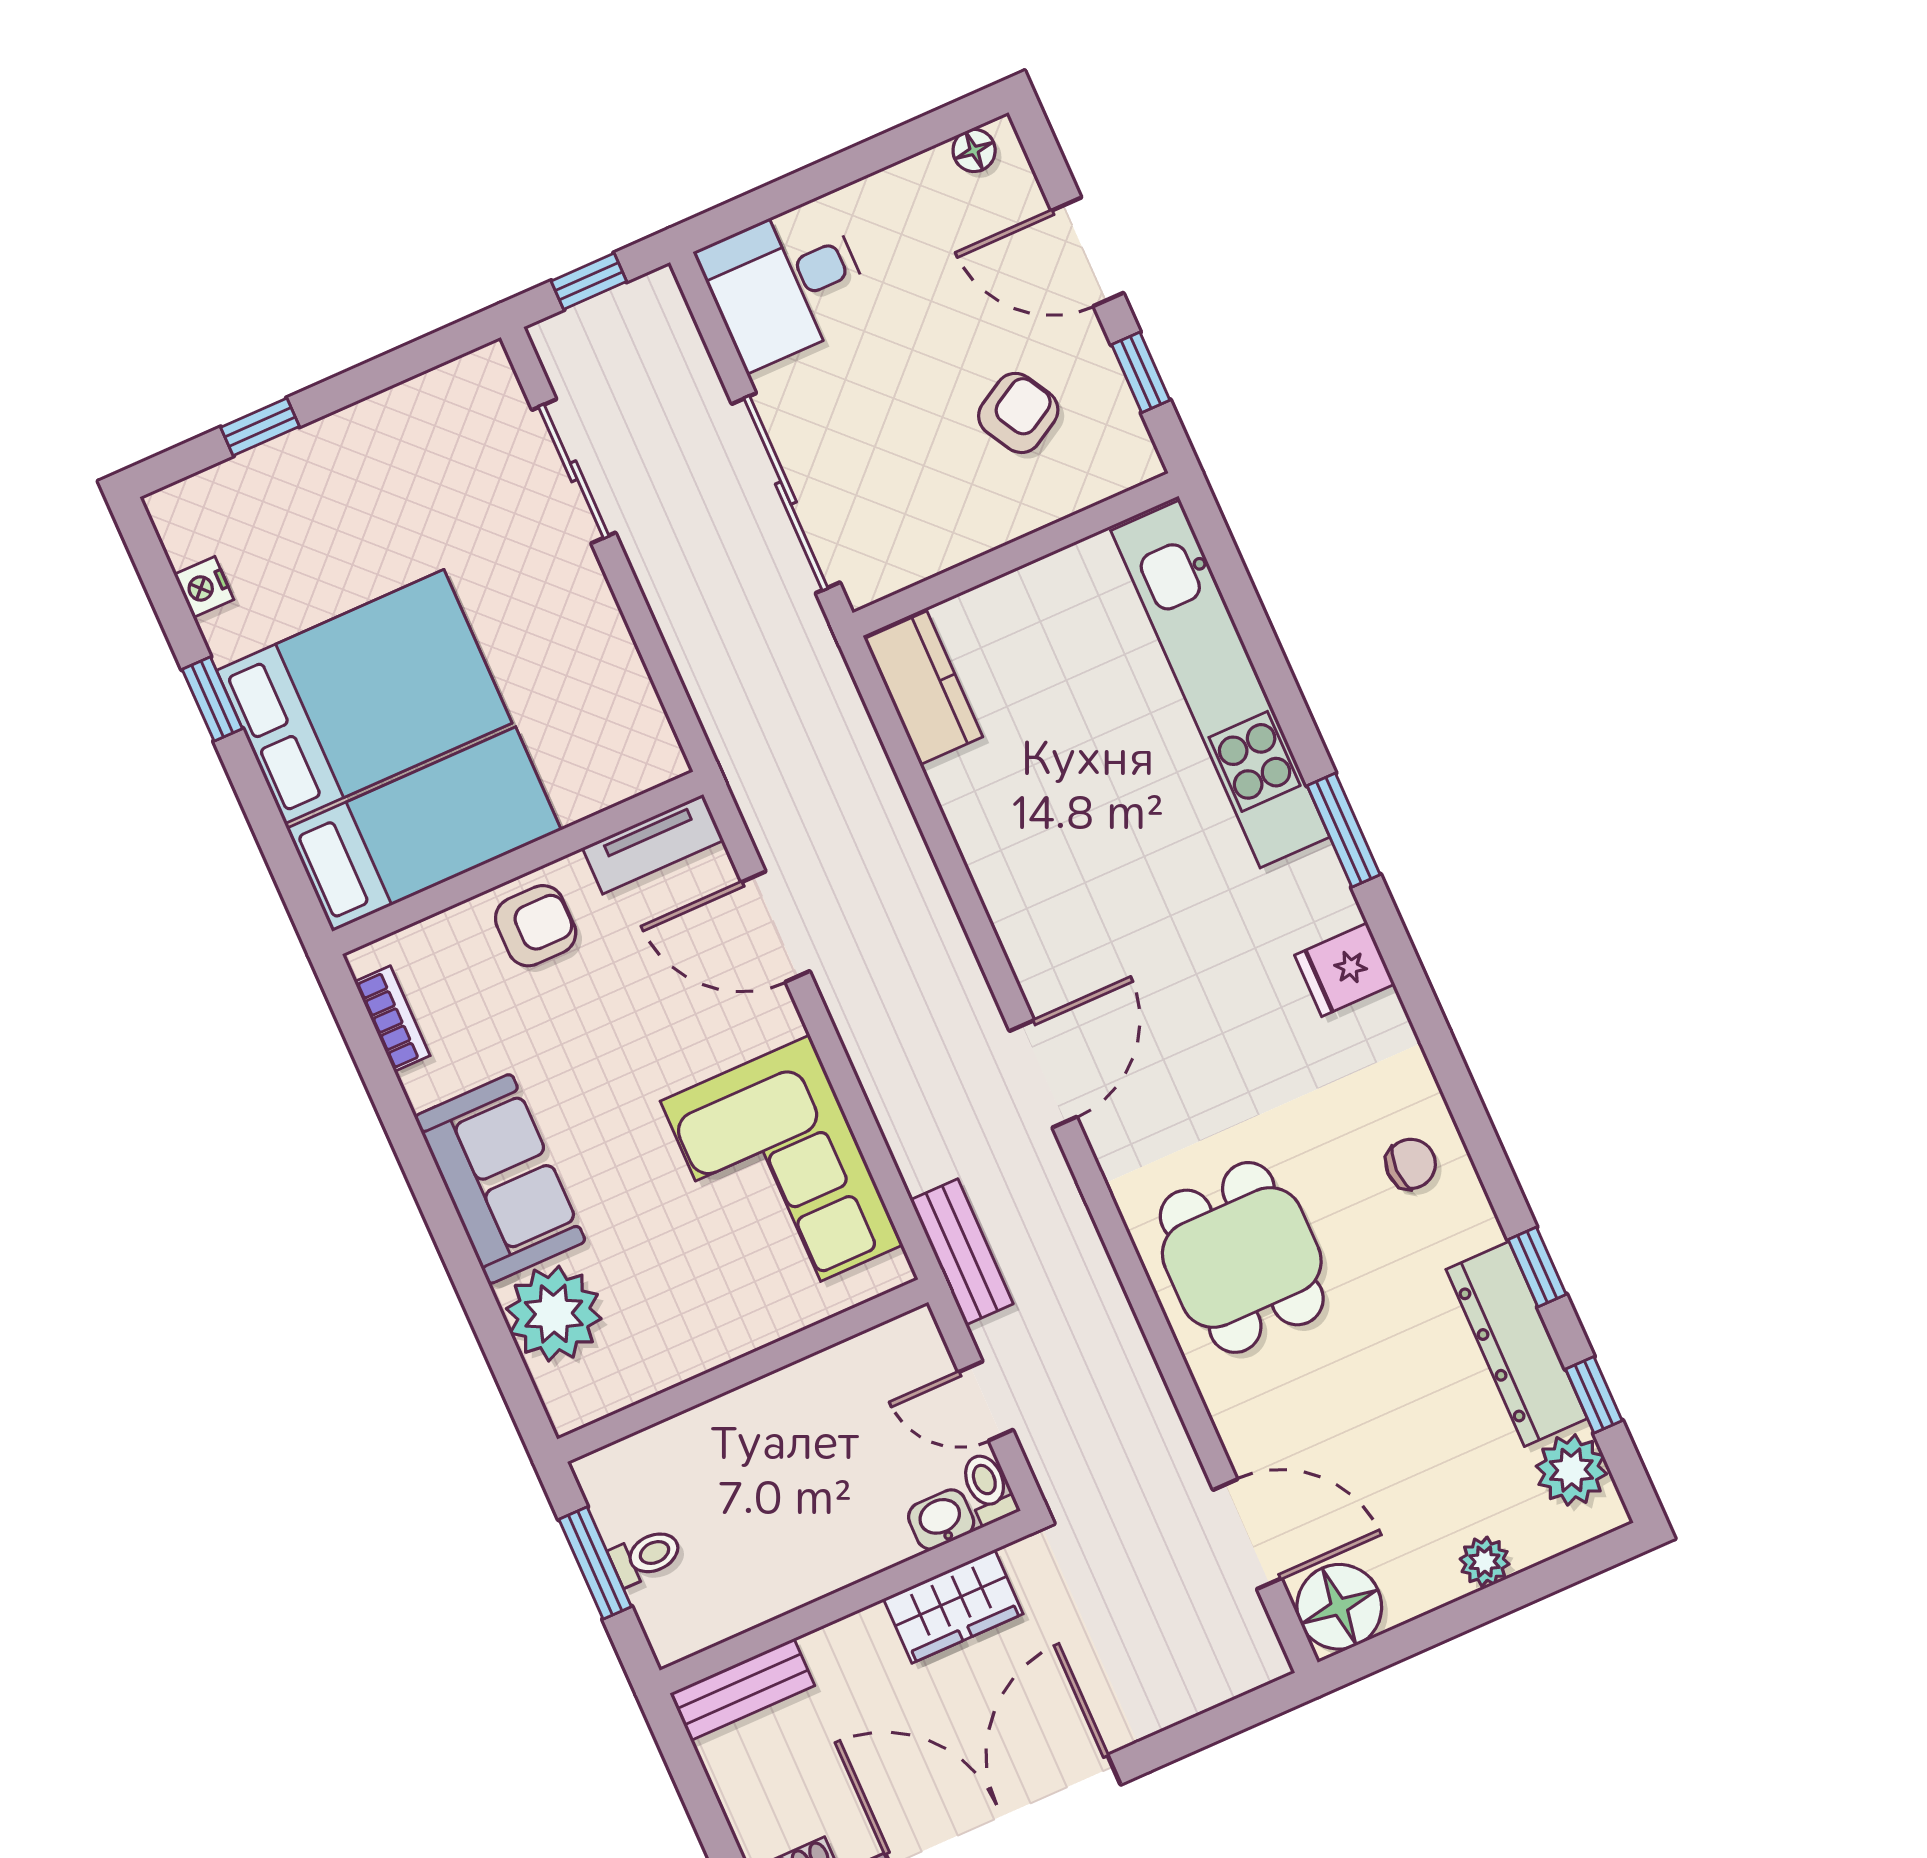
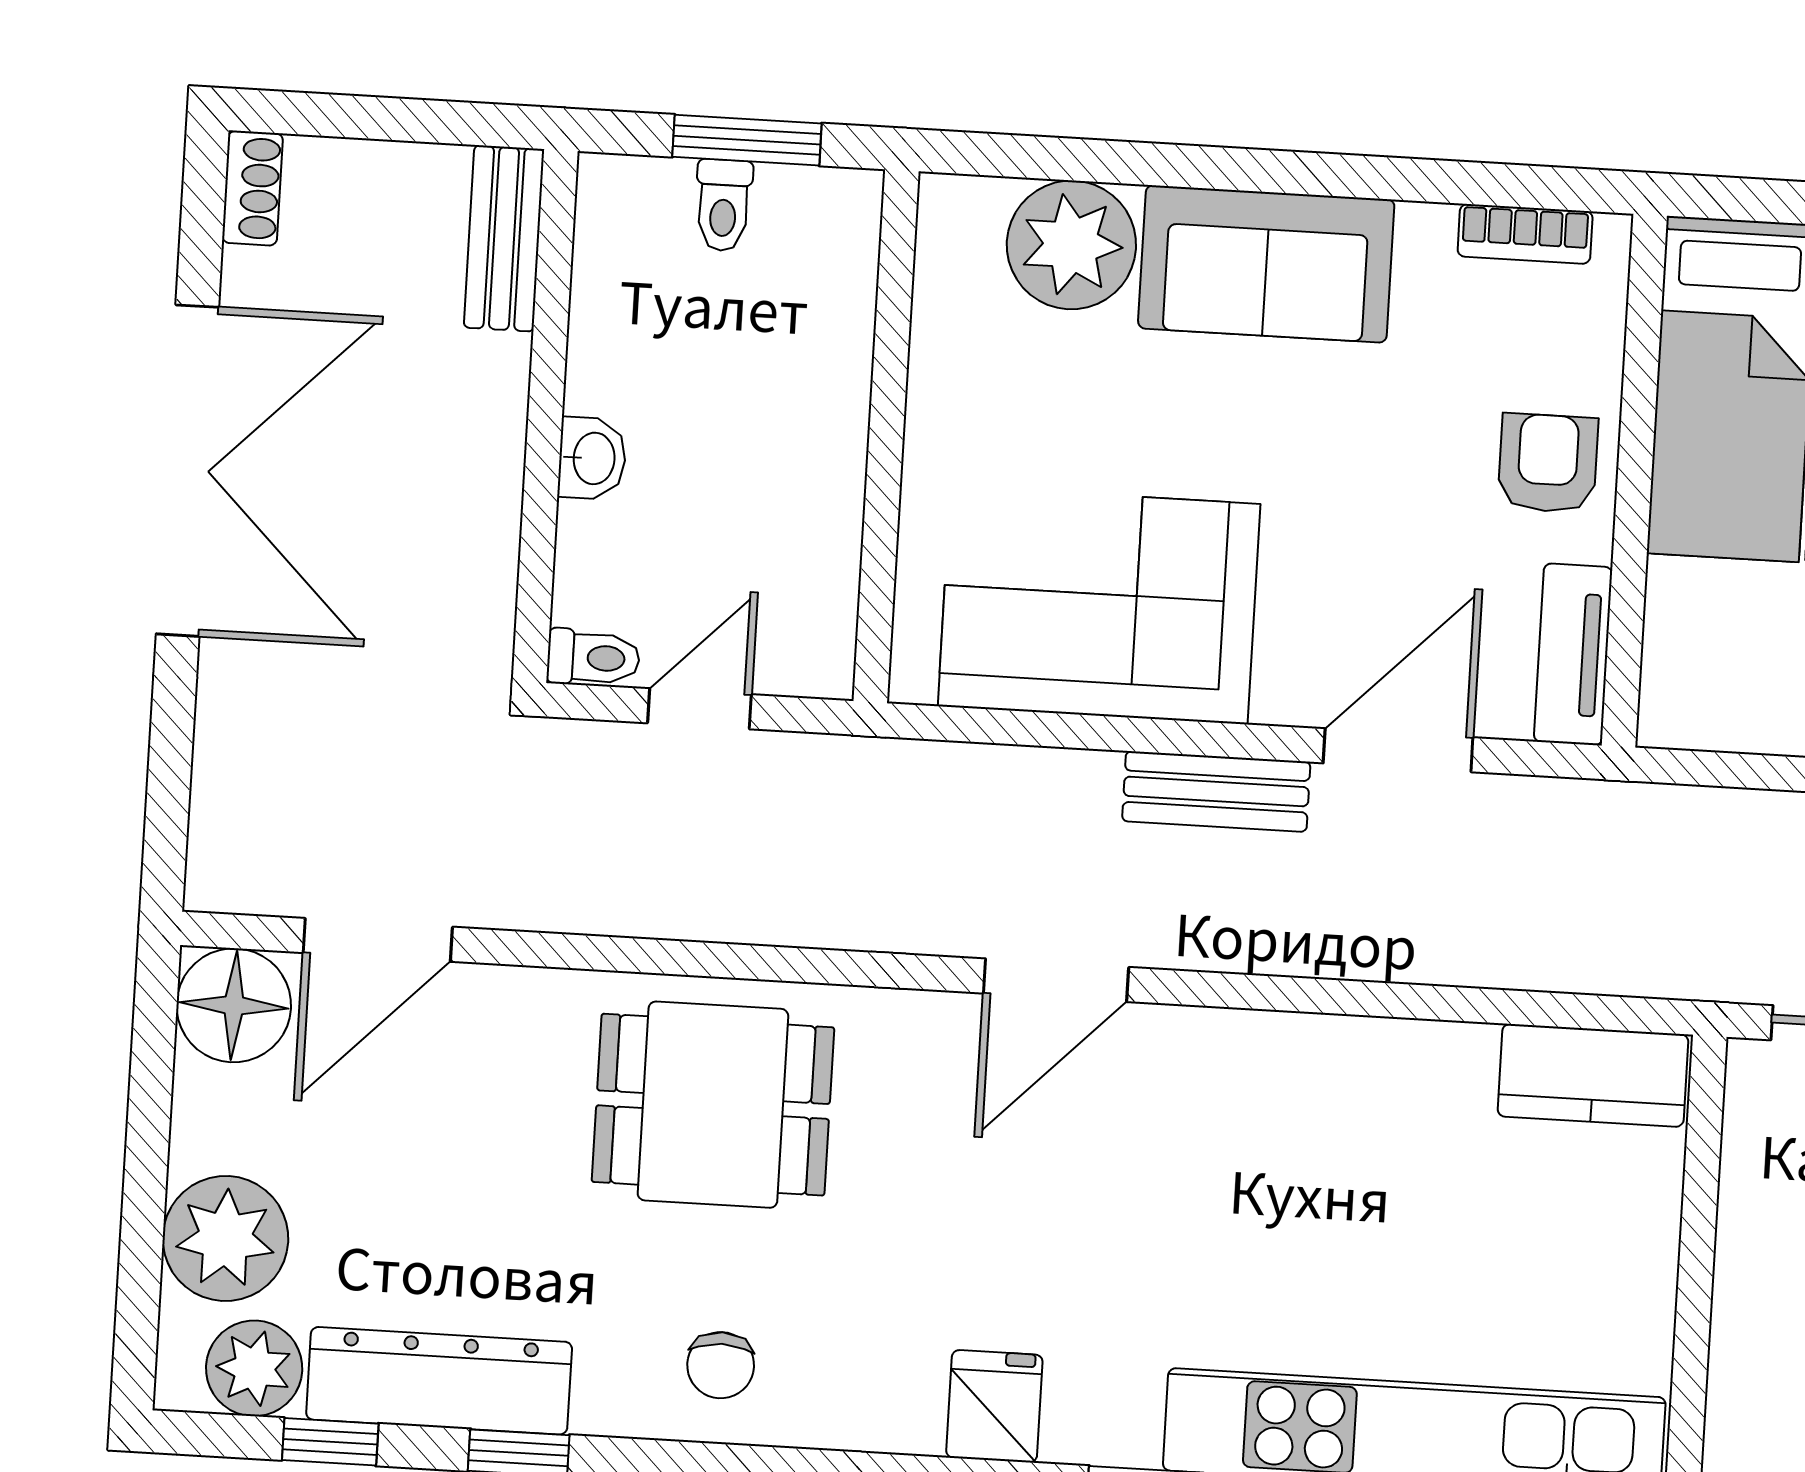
armchair: (536, 926) -> (1548, 463), turned 180
door: (1043, 1074) -> (1056, 980), hinge flipped
bench: (962, 1252) -> (1216, 791), moved
washbasin: (941, 1520) -> (592, 458), moved
plant: (1485, 1562) -> (225, 1238), width x1.88, depth x1.88
wardrobe: (953, 1606) -> (473, 543), removed

